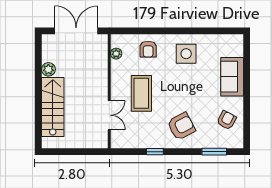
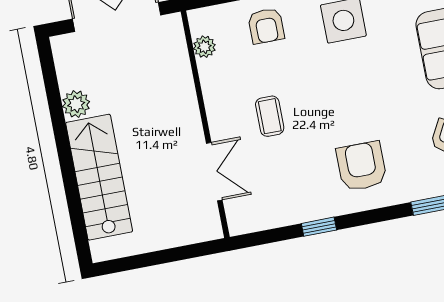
coffee table: (141, 93) -> (270, 116), width x0.54, depth x0.58
armchair: (181, 126) -> (362, 166), turned -62

